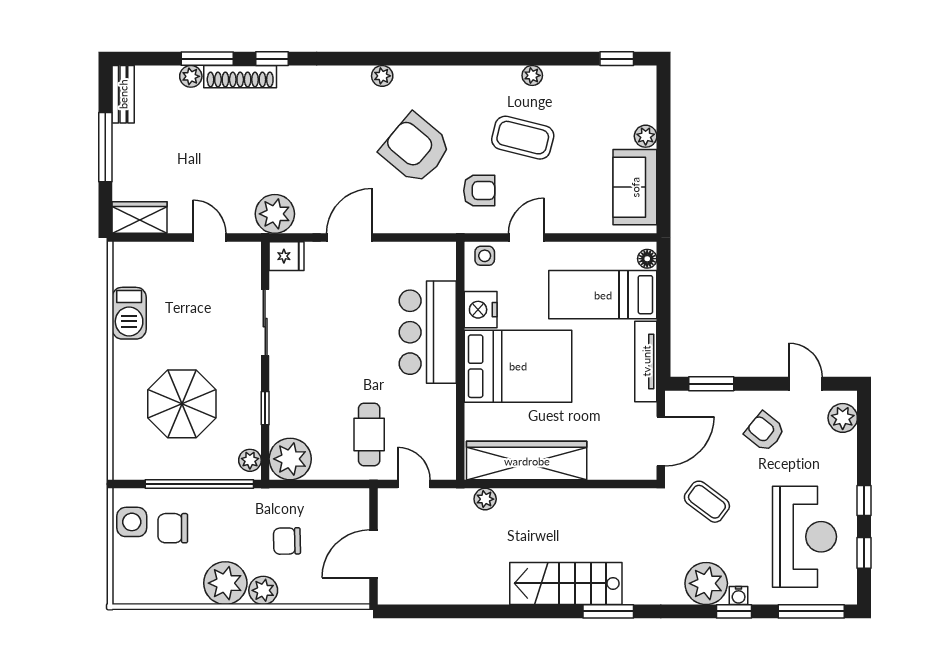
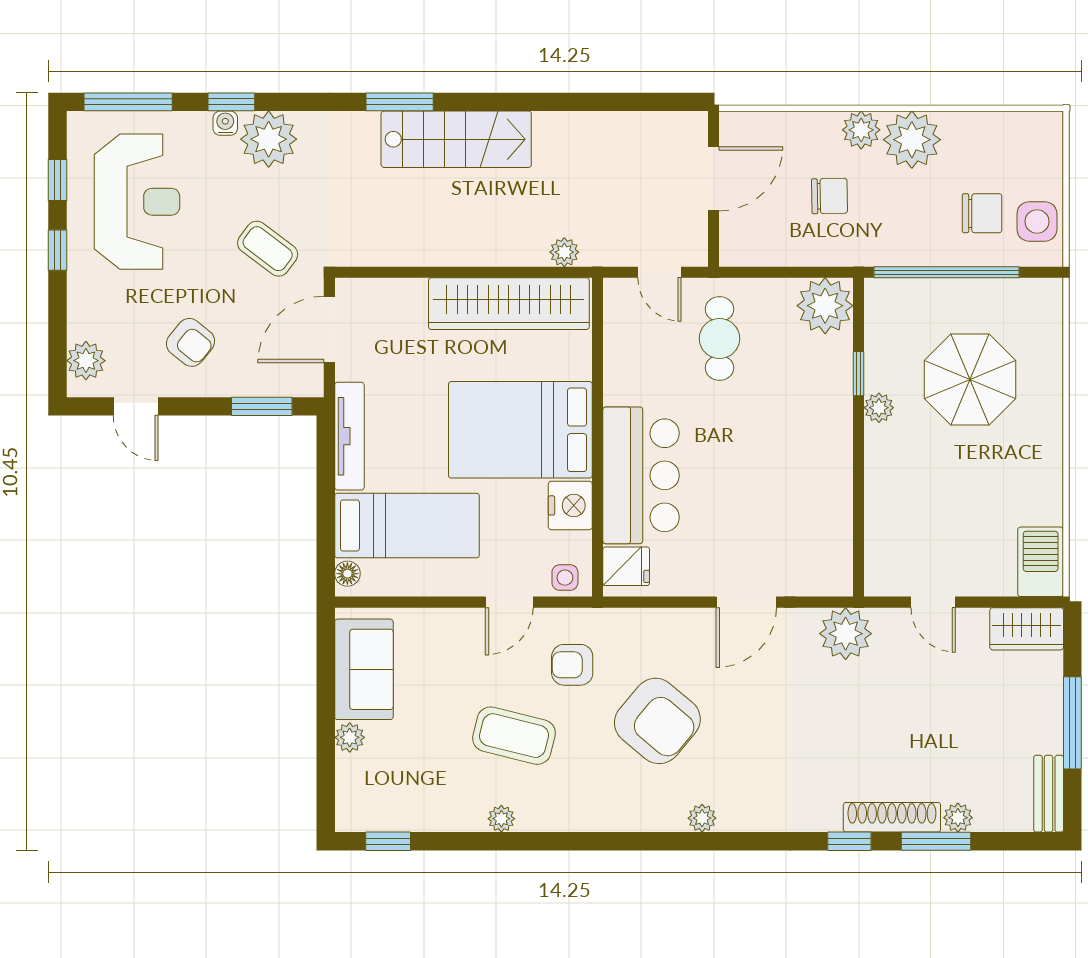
fridge: (287, 256) -> (626, 566), moved, turned 180
barbecue: (129, 313) -> (1041, 562), moved
sliding door: (265, 323) -> (859, 488), removed
plant: (250, 460) -> (879, 408), moved
reception desk: (805, 537) -> (137, 202), turned 180

